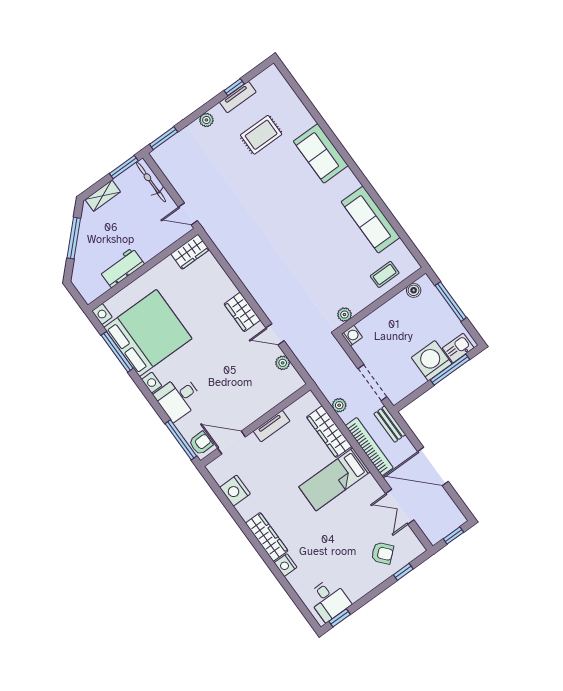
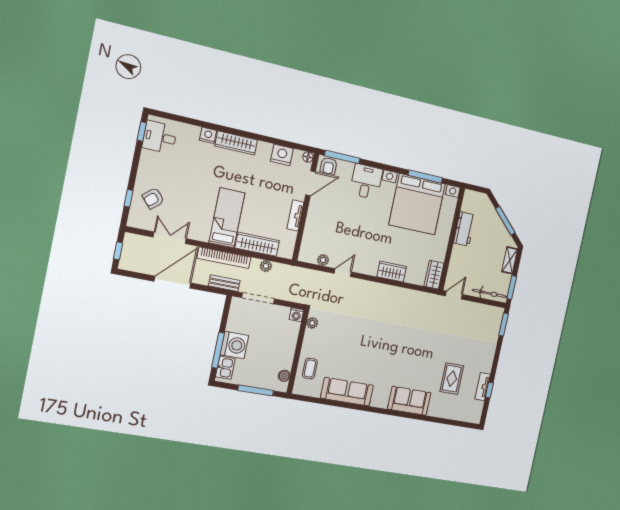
plant: (206, 120) -> (489, 357), removed
wardrobe: (242, 312) -> (392, 272), moved
floor lamp: (213, 468) -> (308, 157), added

